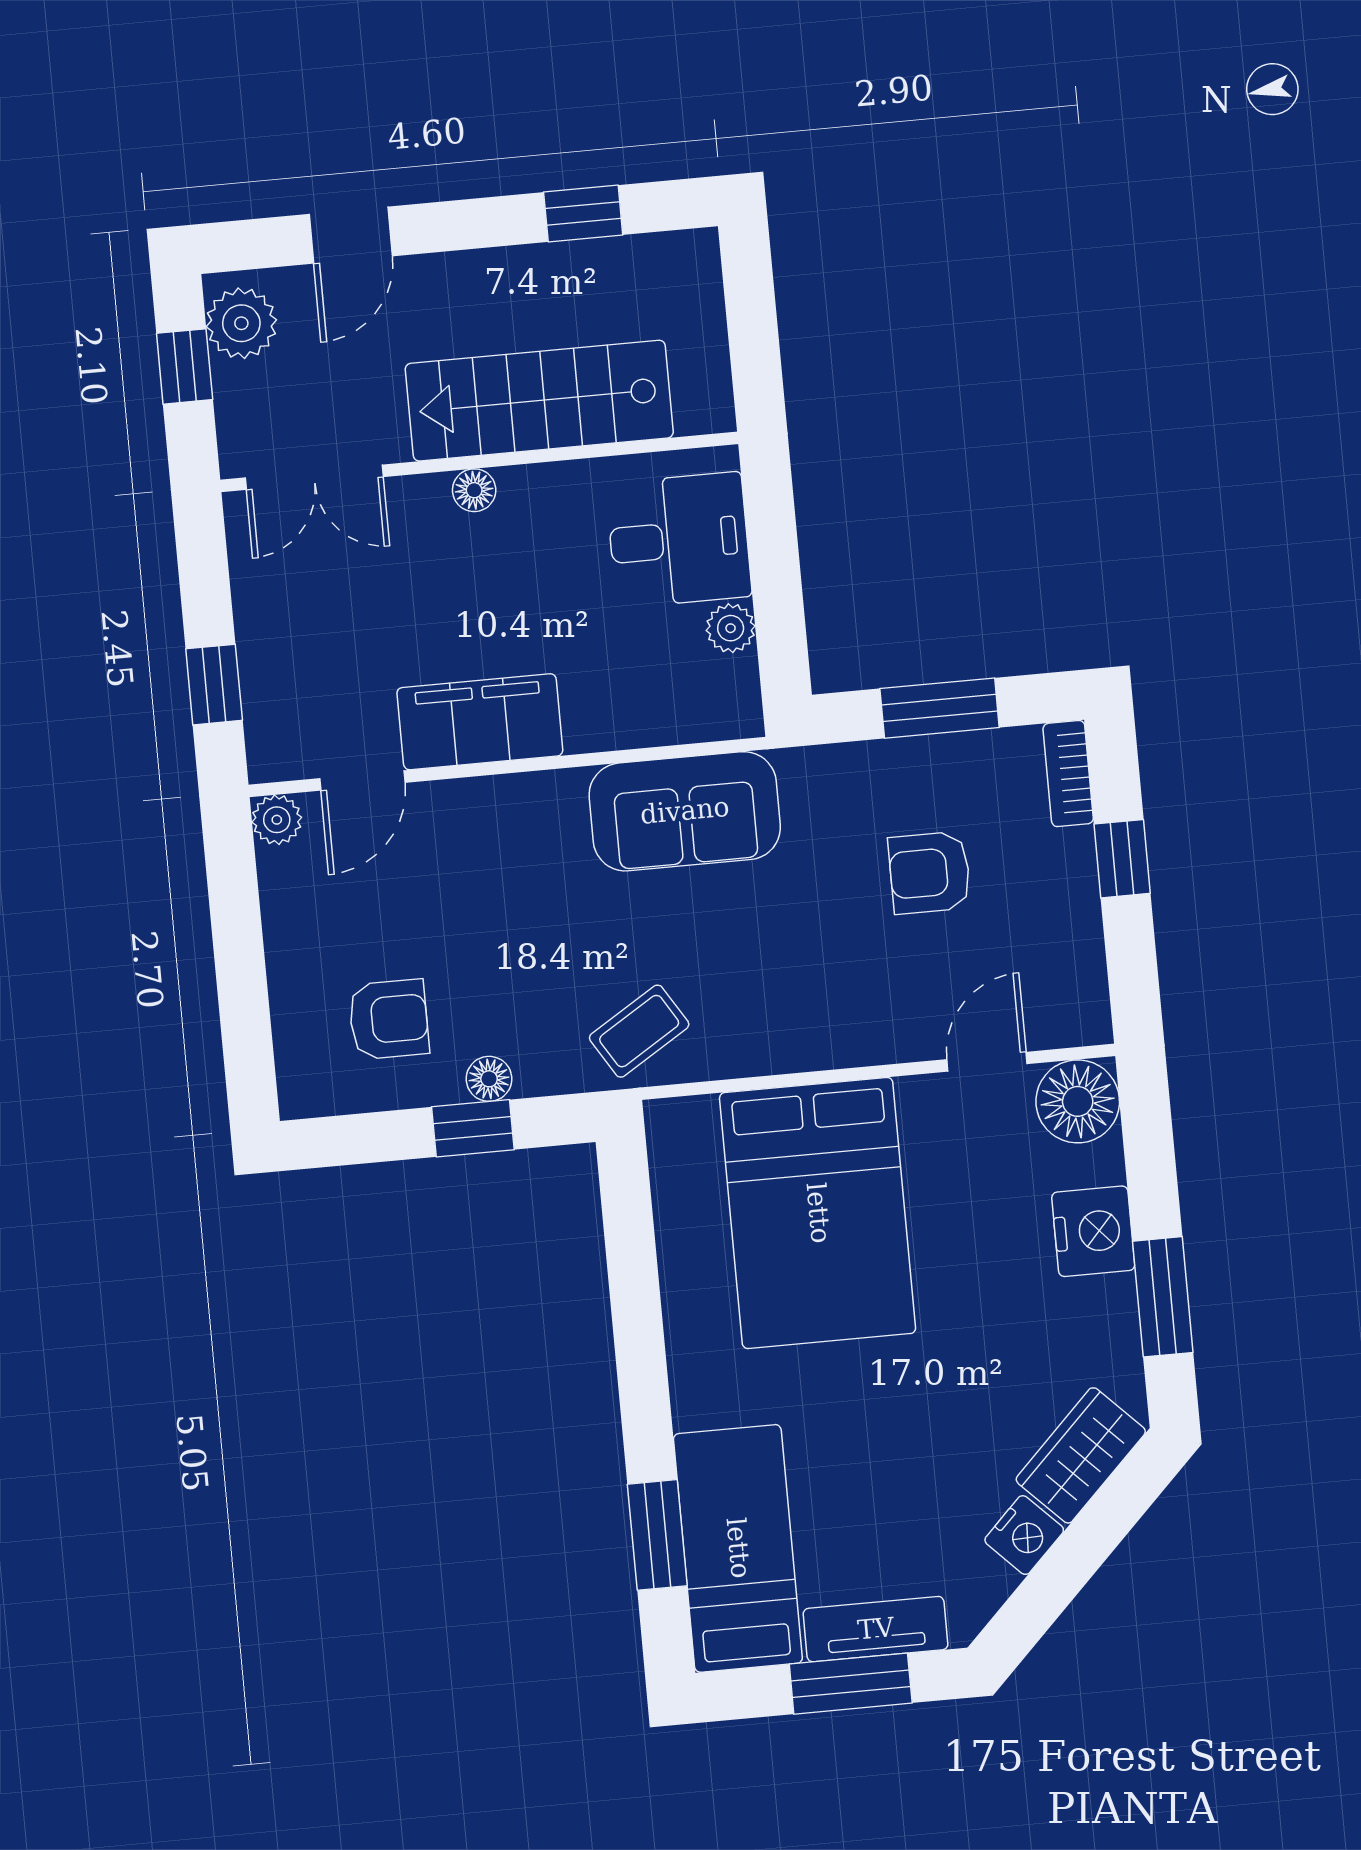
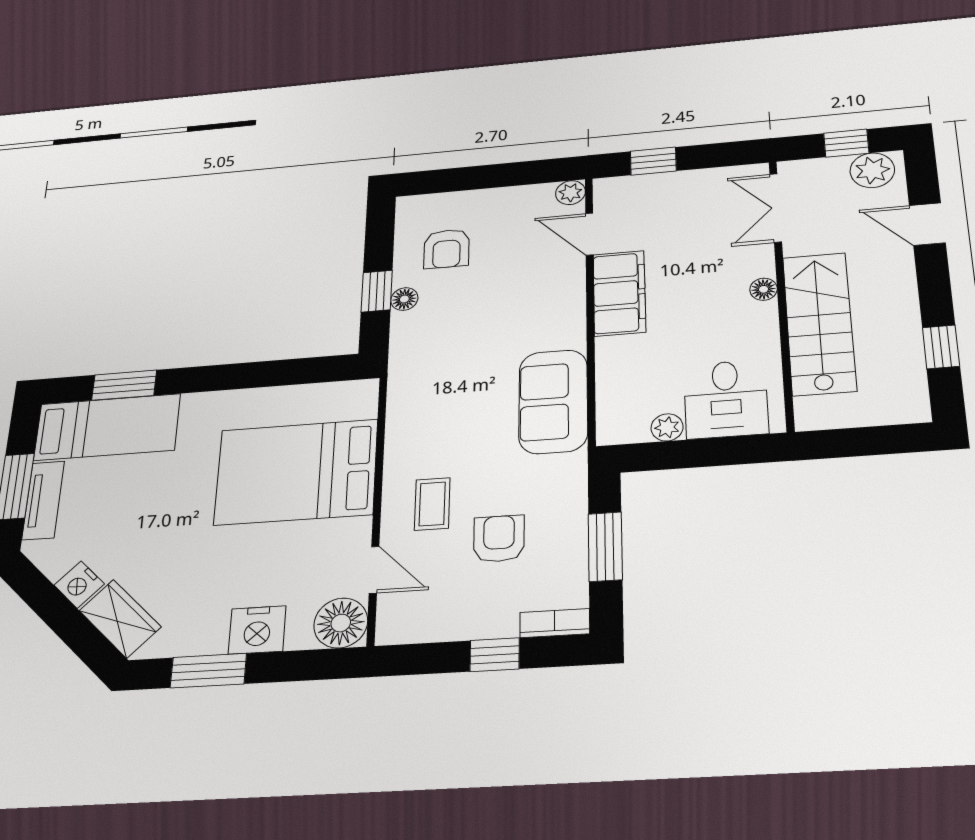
coffee table: (639, 1031) -> (432, 504), moved, turned 32

